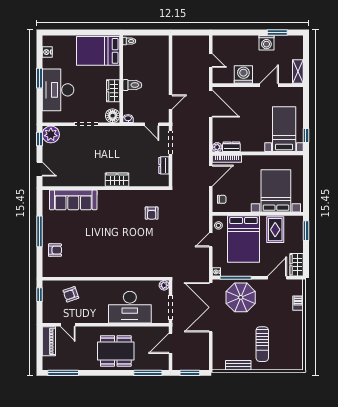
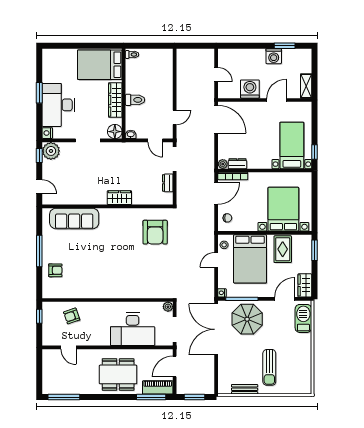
nightstand: (47, 52) -> (47, 133), moved
wardrobe: (113, 91) -> (115, 100), width x1.50
armchair: (152, 213) -> (155, 232), width x1.88, depth x1.88
barbecue: (298, 303) -> (303, 318), width x1.88, depth x1.53
piano: (49, 341) -> (158, 387), moved, turned -90

